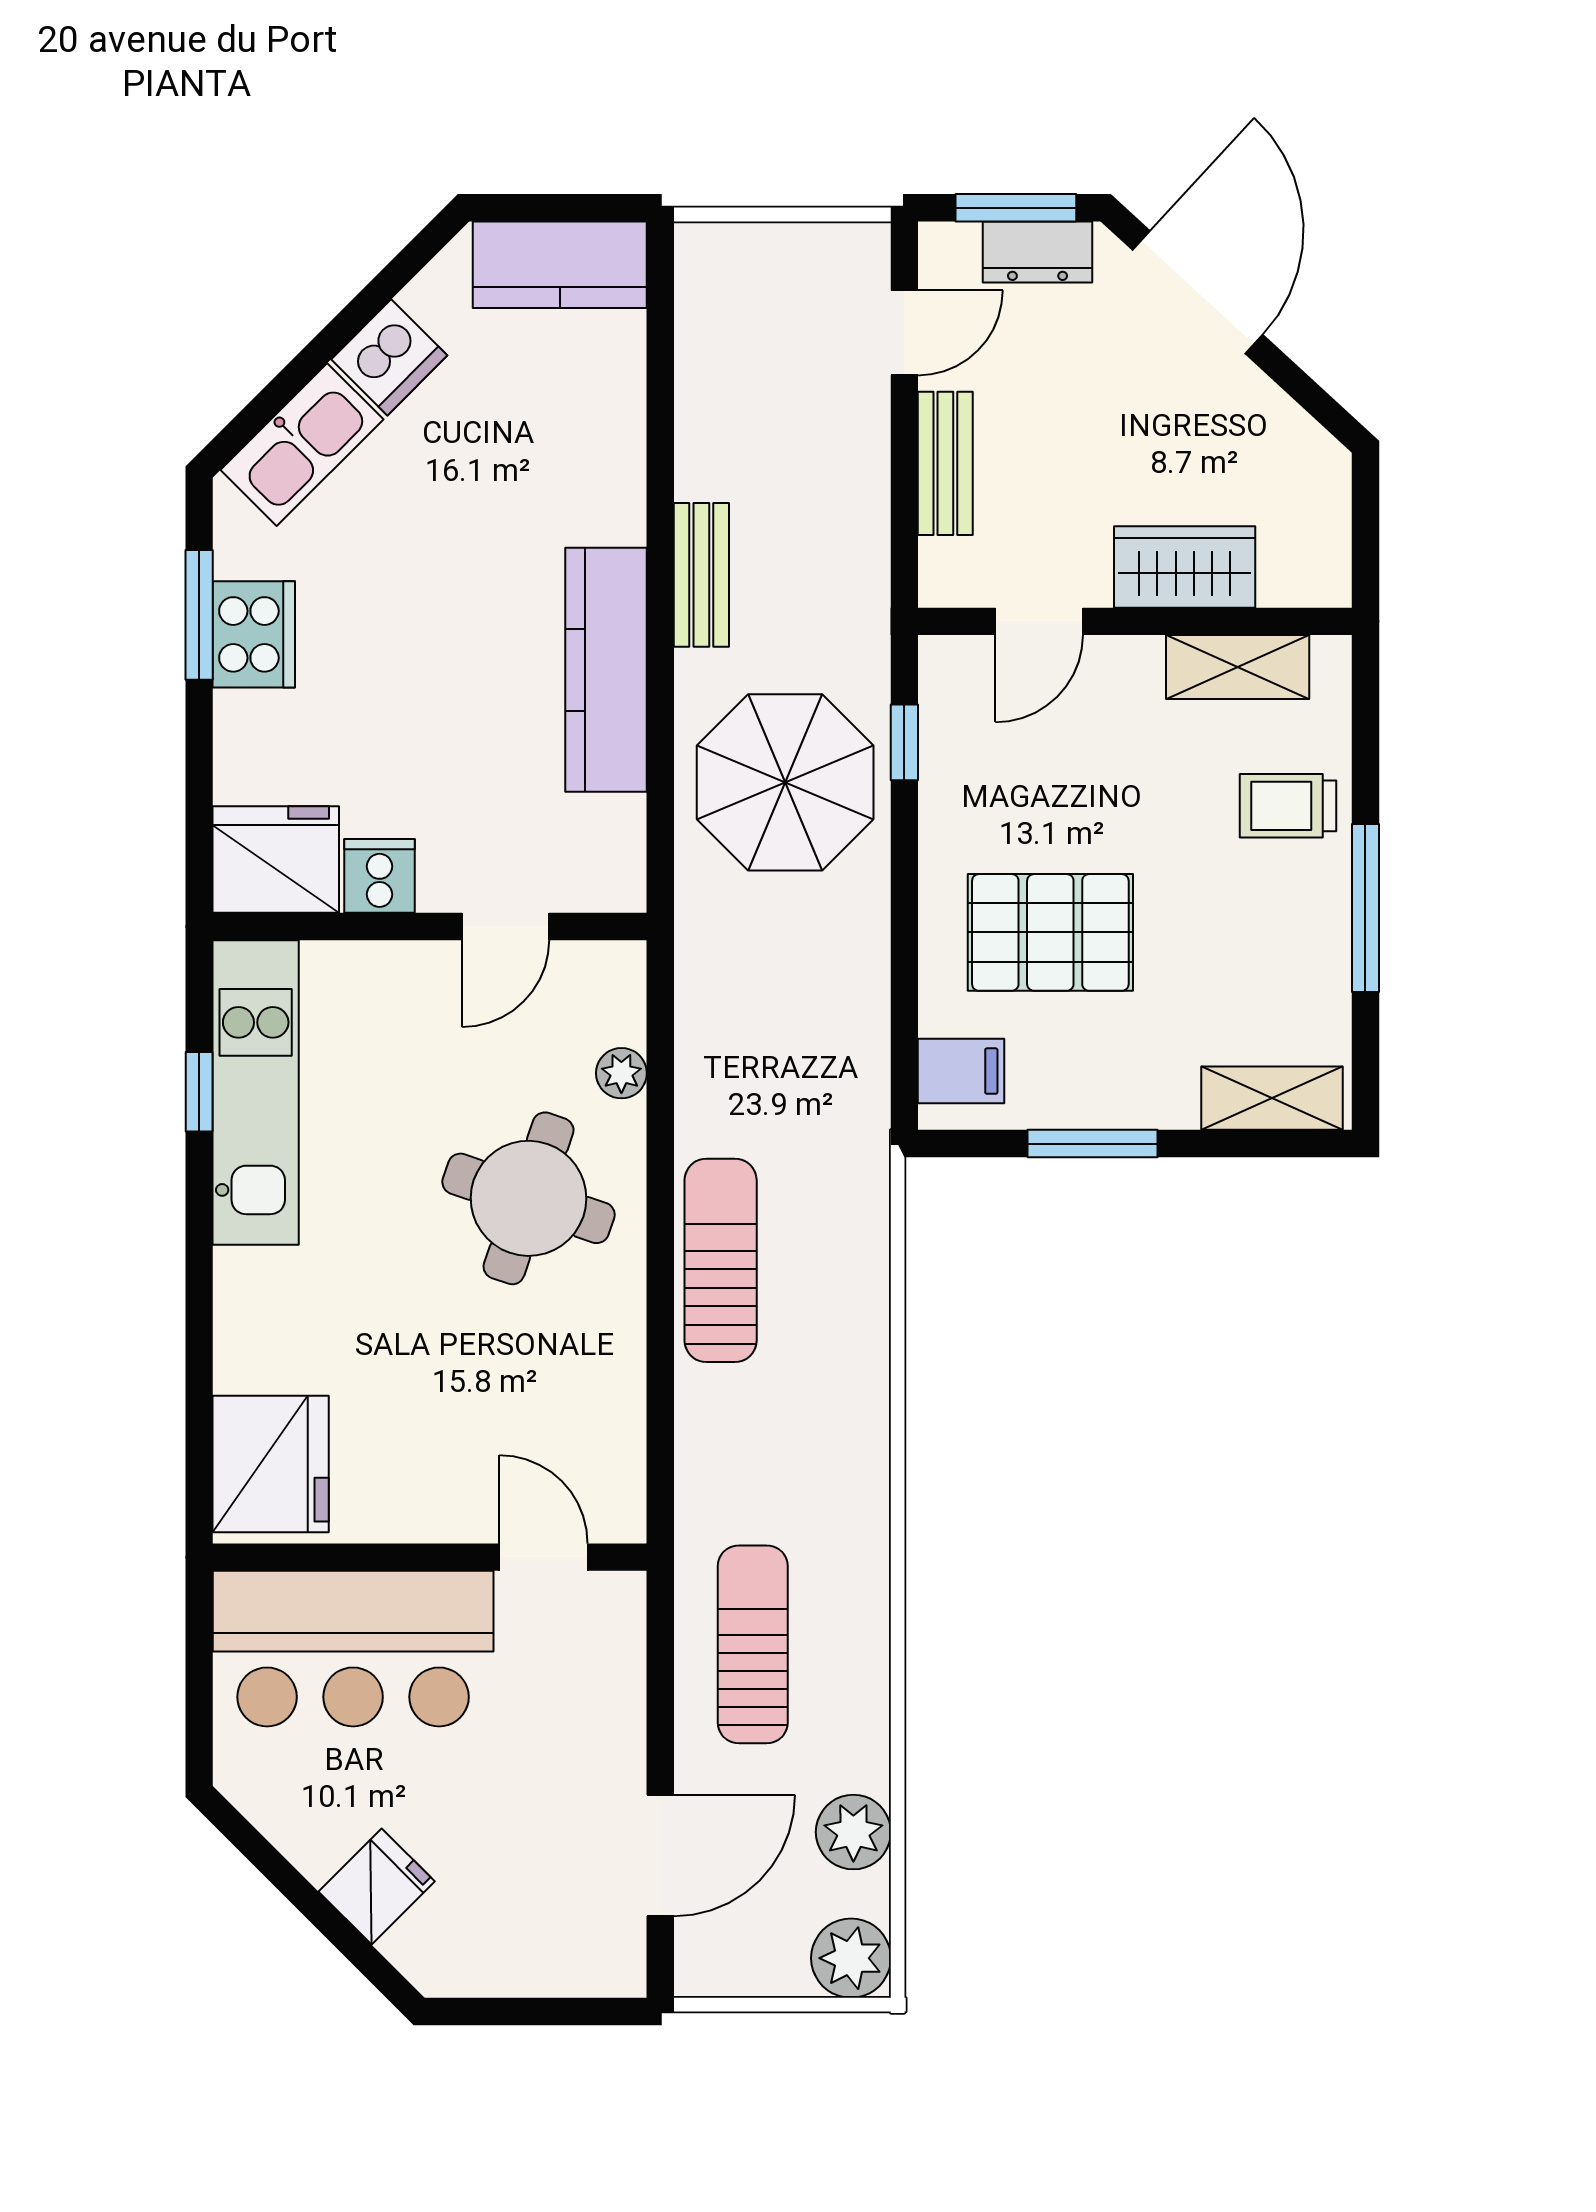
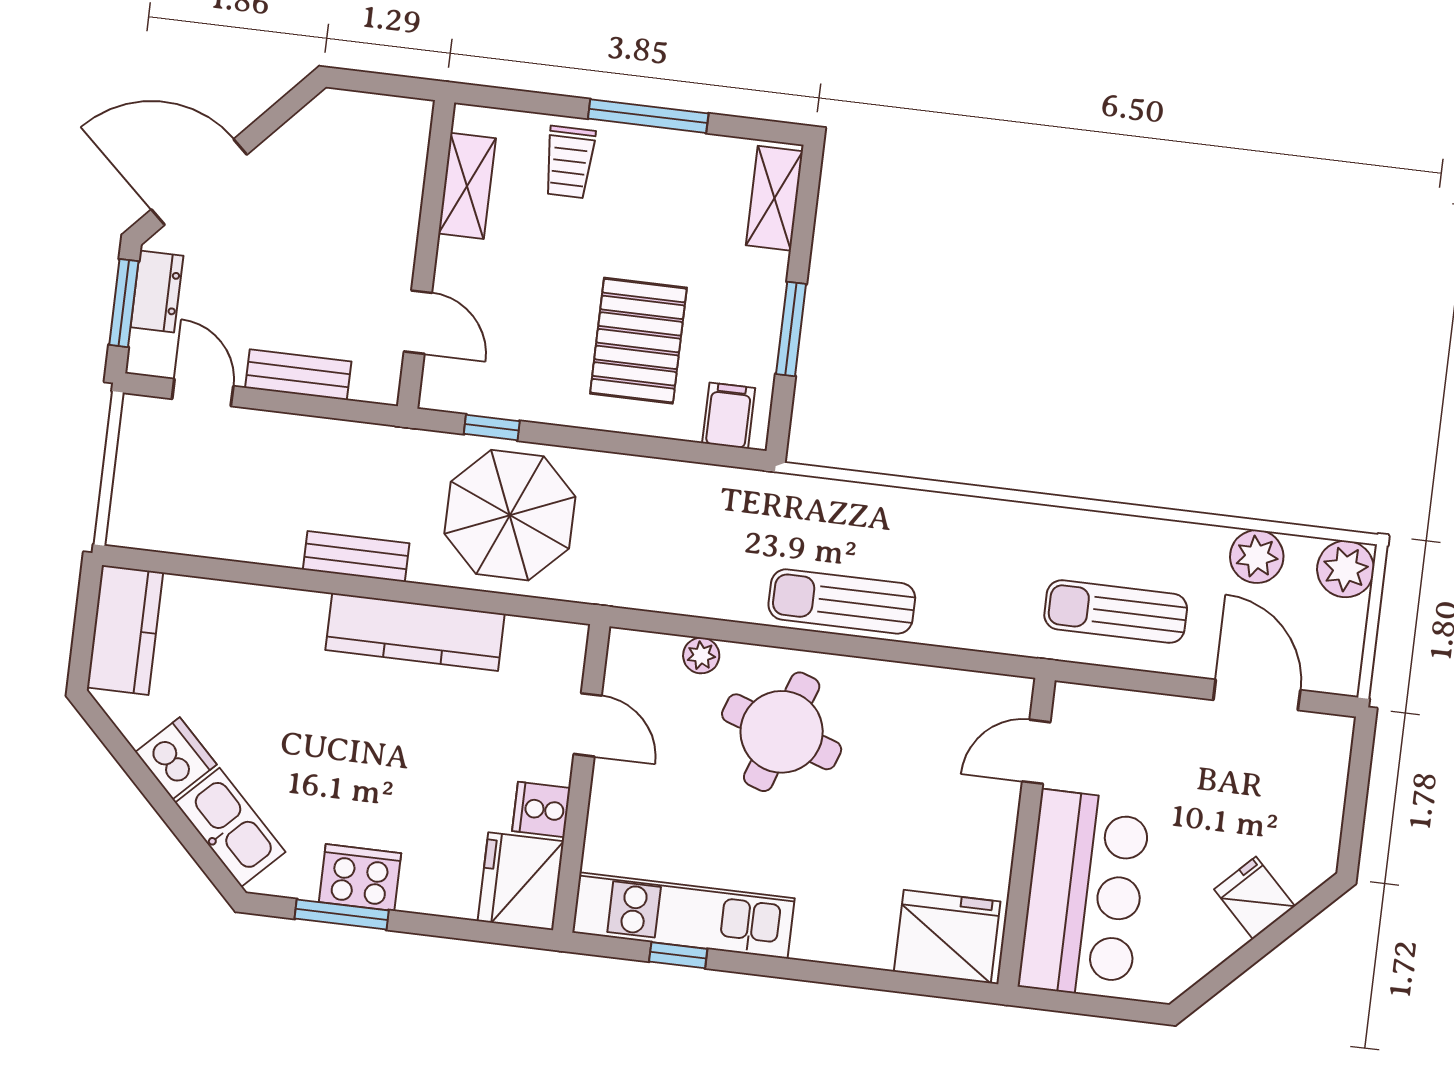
wardrobe: (1185, 567) -> (392, 215), removed

